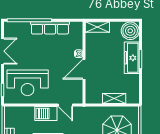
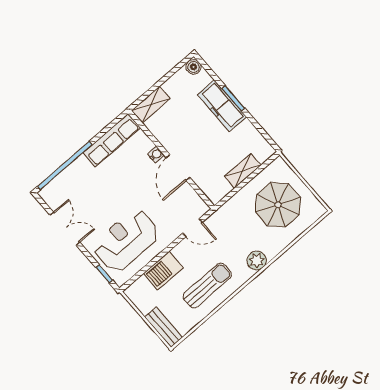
row of seats: (50, 28) -> (112, 140), moved
boiler: (130, 31) -> (193, 67), width x0.54, depth x0.54
reception desk: (28, 83) -> (126, 240), turned 180
barbecue: (46, 114) -> (163, 271), moved

